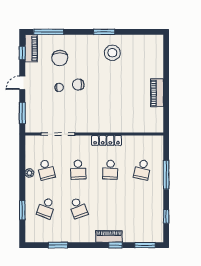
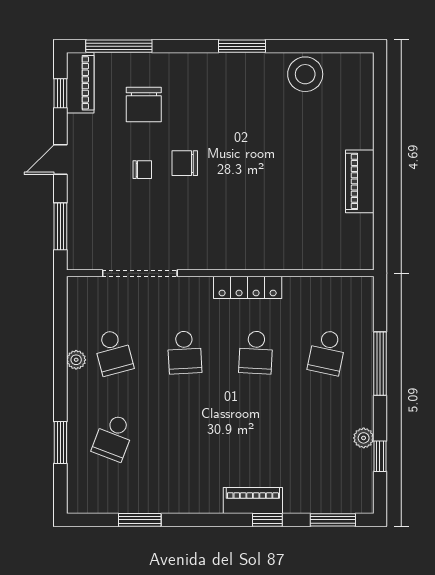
stool: (112, 53) -> (305, 74), moved
school desk: (78, 208) -> (185, 437), removed
plant: (159, 208) -> (364, 438), added

